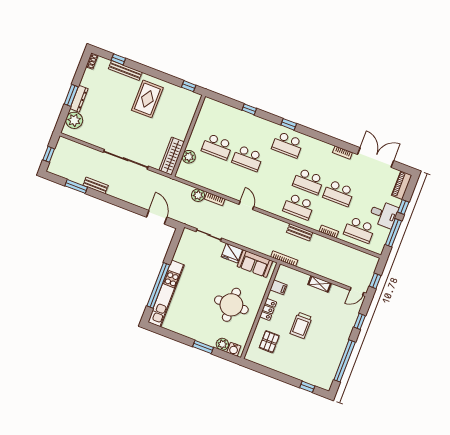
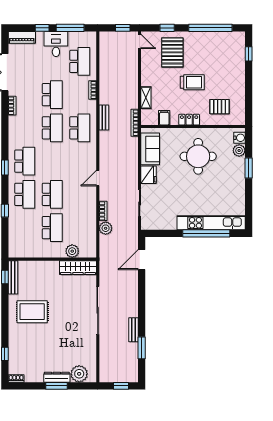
bench: (125, 71) -> (13, 277), moved
school desk: (257, 133) -> (25, 194), added
shelving: (320, 284) -> (146, 98), moved
pallet: (335, 318) -> (172, 52), added

